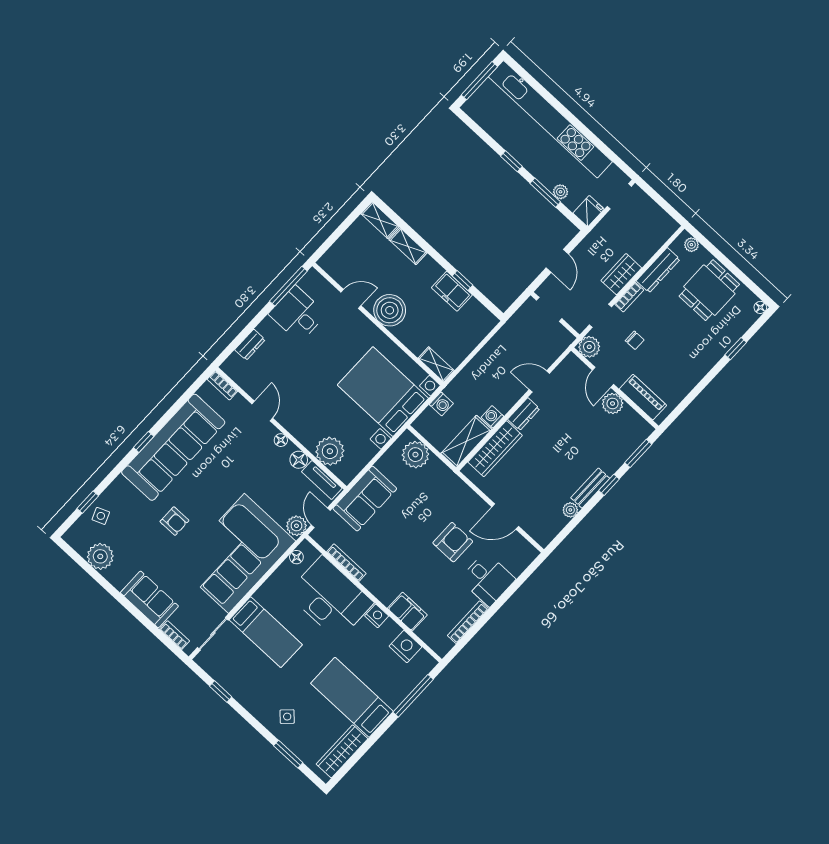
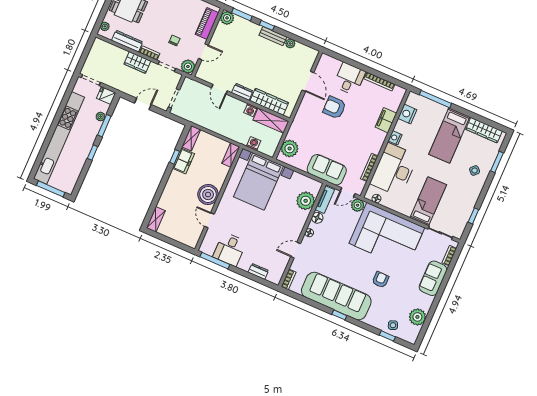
shelving: (408, 246) -> (191, 138), moved
plant: (613, 403) -> (227, 18), moved

